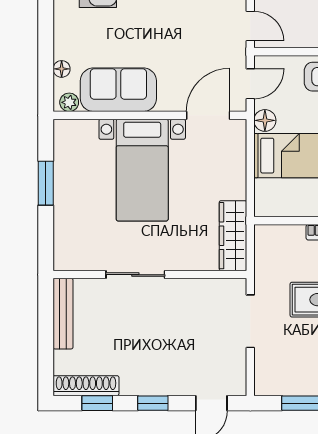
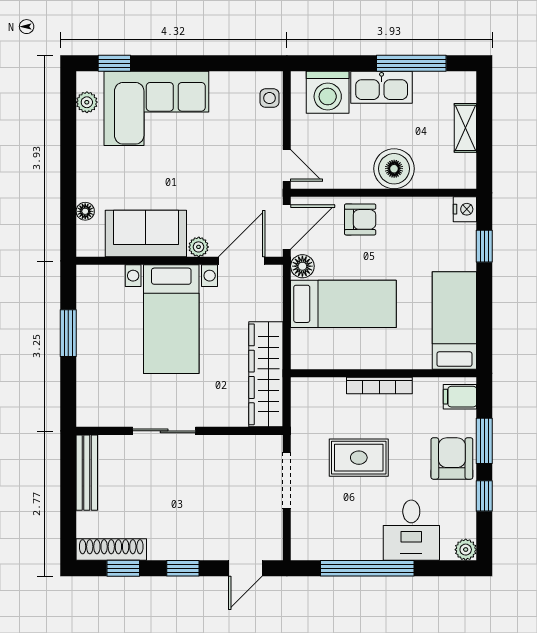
door: (250, 84) -> (287, 227), width x1.38
plant: (69, 102) -> (199, 247), moved
wardrobe: (233, 236) -> (266, 374), width x1.40, depth x1.17

